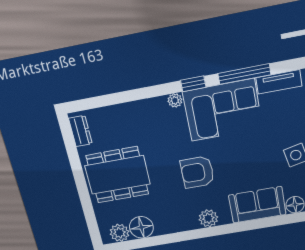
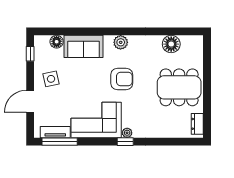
window: (244, 74) -> (60, 142), moved
window: (193, 84) -> (125, 142), moved
plant: (120, 233) -> (188, 43), removed

